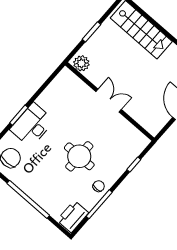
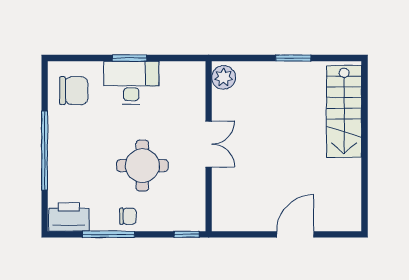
plant: (81, 63) -> (224, 77), moved
double door: (109, 101) -> (209, 144), moved
wall: (110, 102) -> (209, 146), moved

